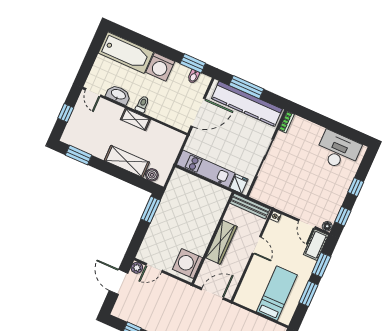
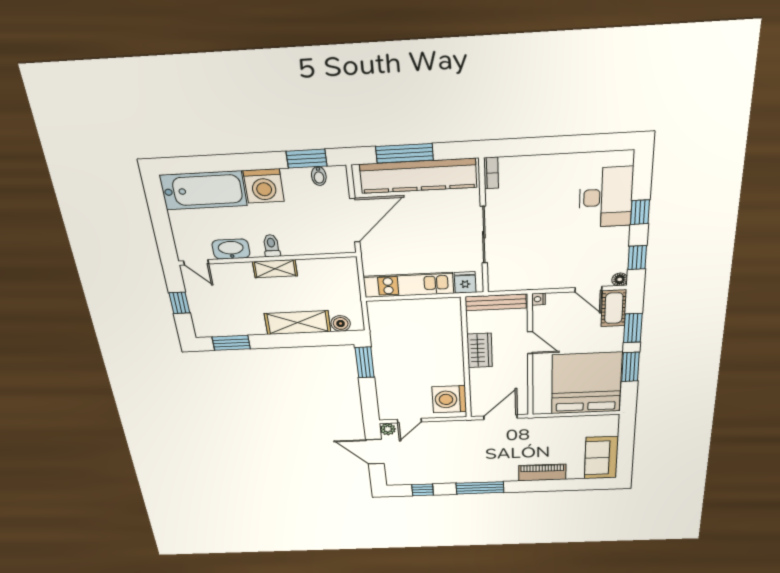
desk: (338, 151) -> (606, 197), moved, turned 90
wardrobe: (221, 242) -> (480, 350), width x0.67
bed: (277, 293) -> (586, 383), width x2.04

